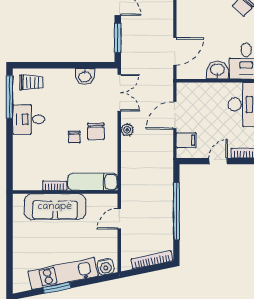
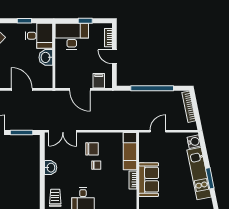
door: (175, 51) -> (22, 89), moved
washbasin: (85, 76) -> (51, 168), moved
double door: (119, 93) -> (63, 131), swing flipped
plant: (127, 130) -> (91, 125), removed
sofa: (55, 207) -> (149, 180), width x0.73
door: (119, 219) -> (158, 131), swing flipped

